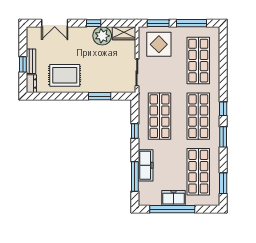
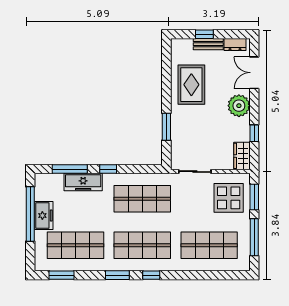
window: (94, 23) -> (254, 133), moved
plant: (102, 36) -> (239, 106), moved
dresser: (31, 84) -> (235, 45), moved
window: (135, 131) -> (108, 169), moved

